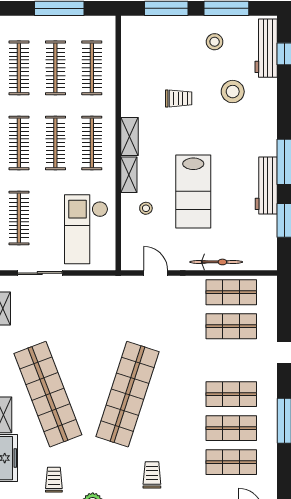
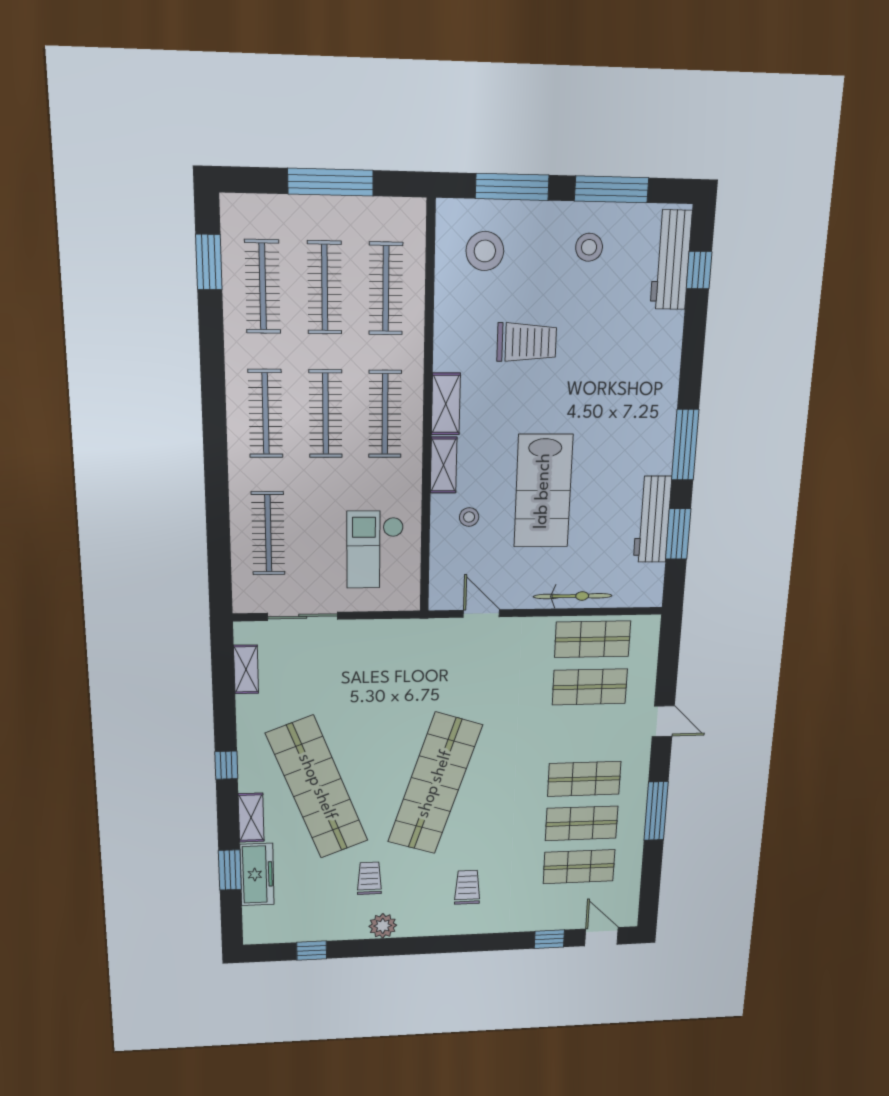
stool: (233, 92) -> (485, 251), moved
trolley: (179, 98) -> (527, 342), width x1.36, depth x1.39
workbench: (266, 185) -> (652, 519), moved
checkout: (86, 229) -> (375, 550), width x0.73, depth x0.83
trolley: (54, 480) -> (369, 878), moved

